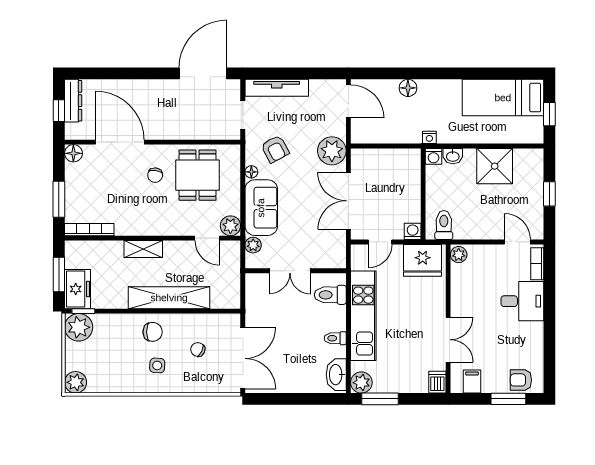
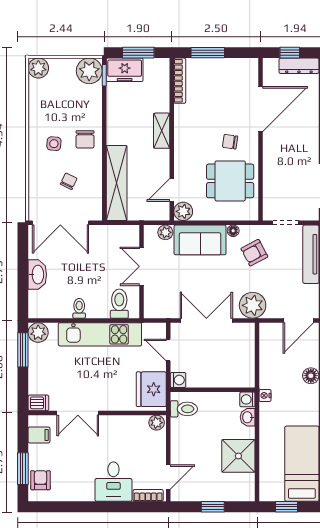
floor lamp: (73, 153) -> (250, 66), removed
shelving: (169, 298) -> (117, 183), moved
washbasin: (336, 375) -> (37, 275), moved, turned 90

